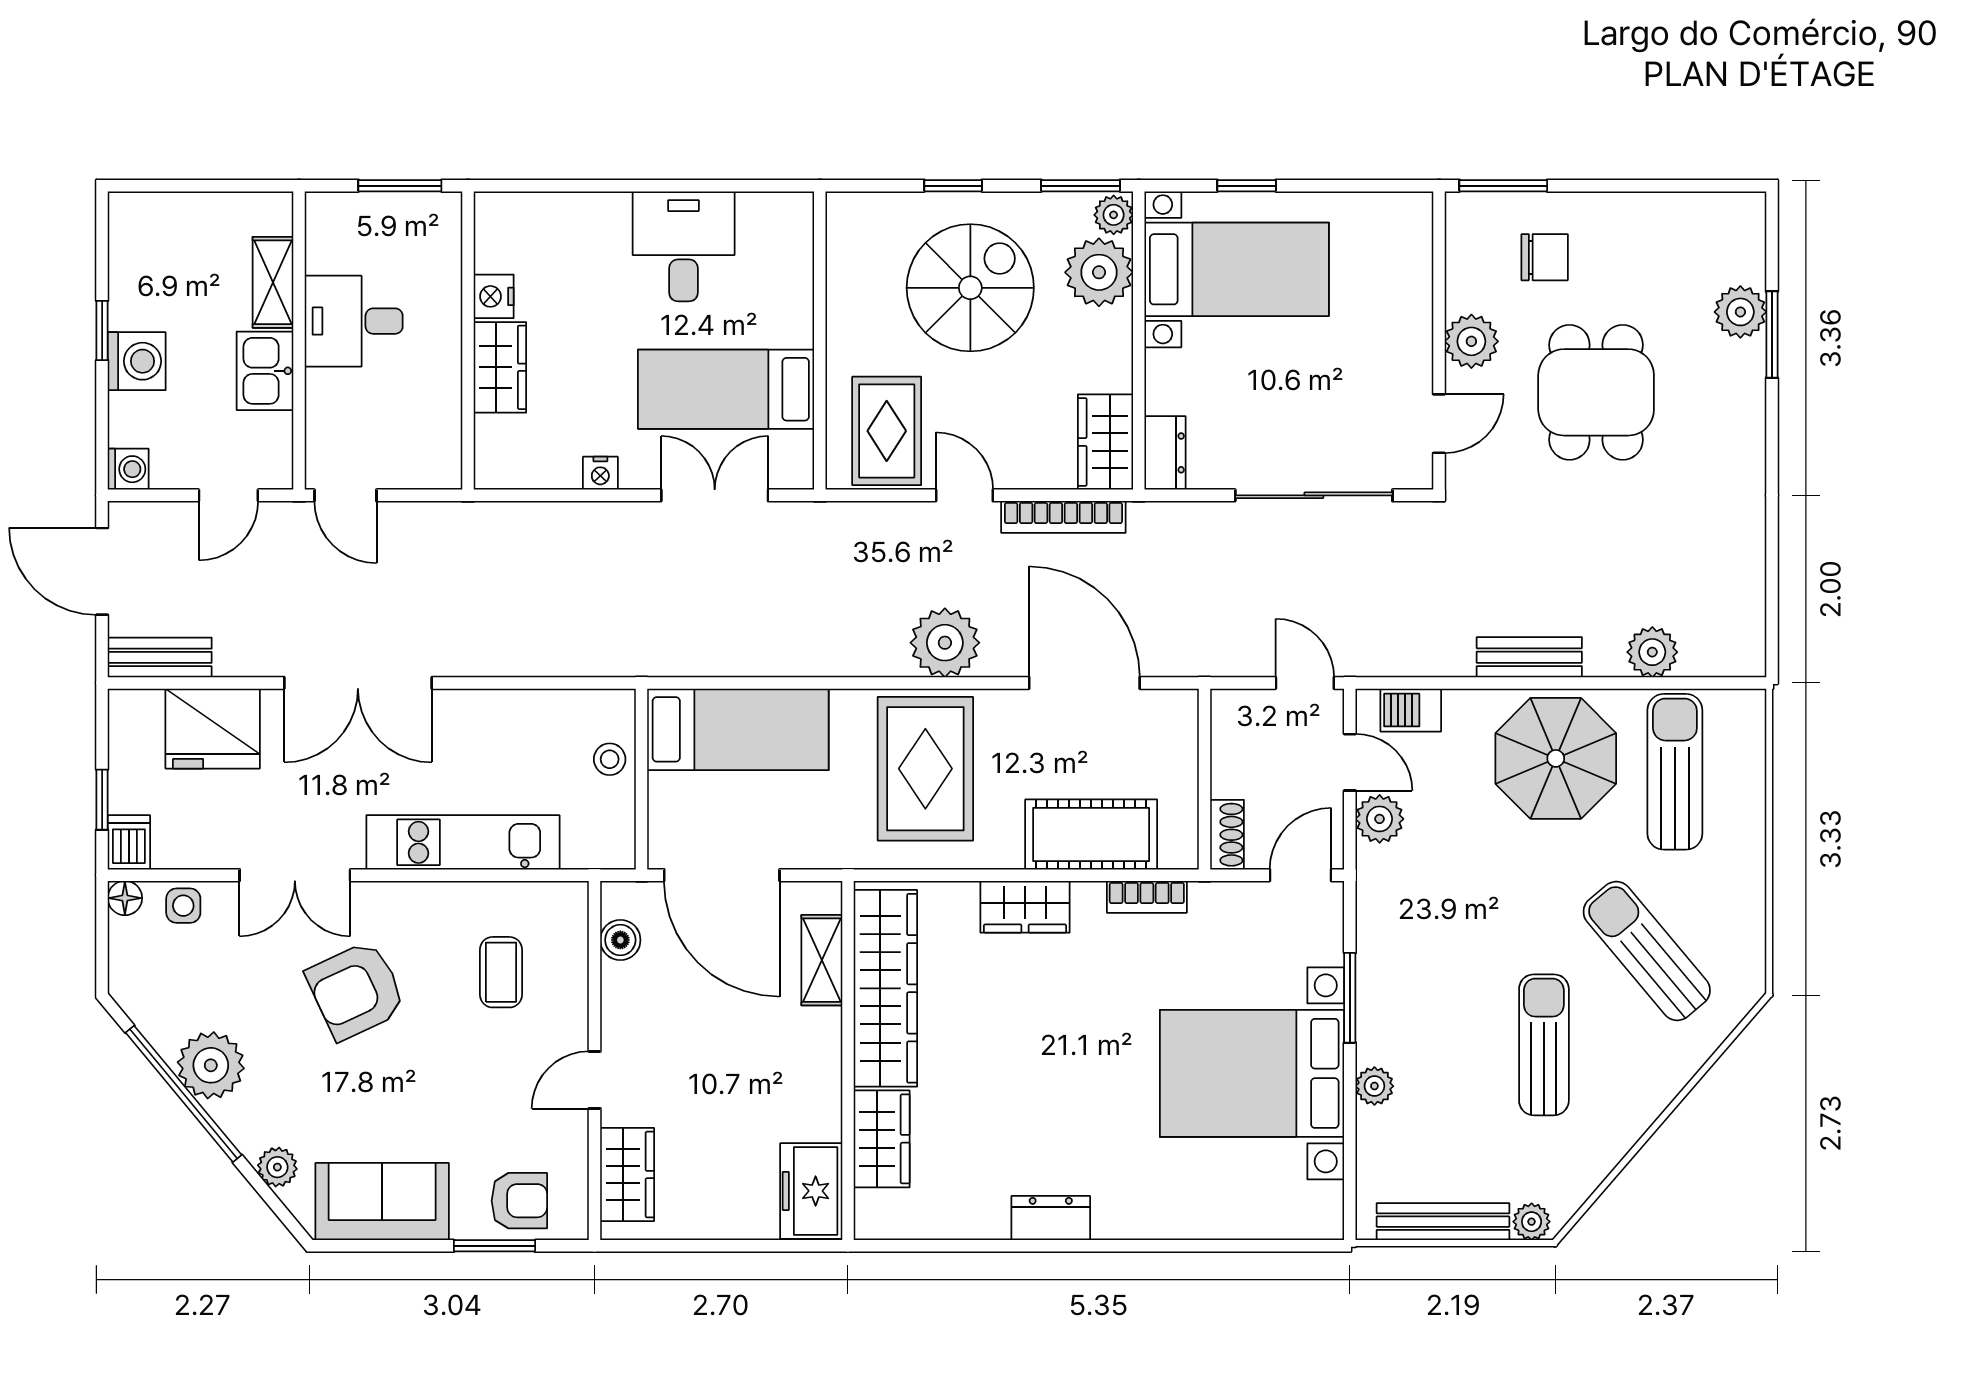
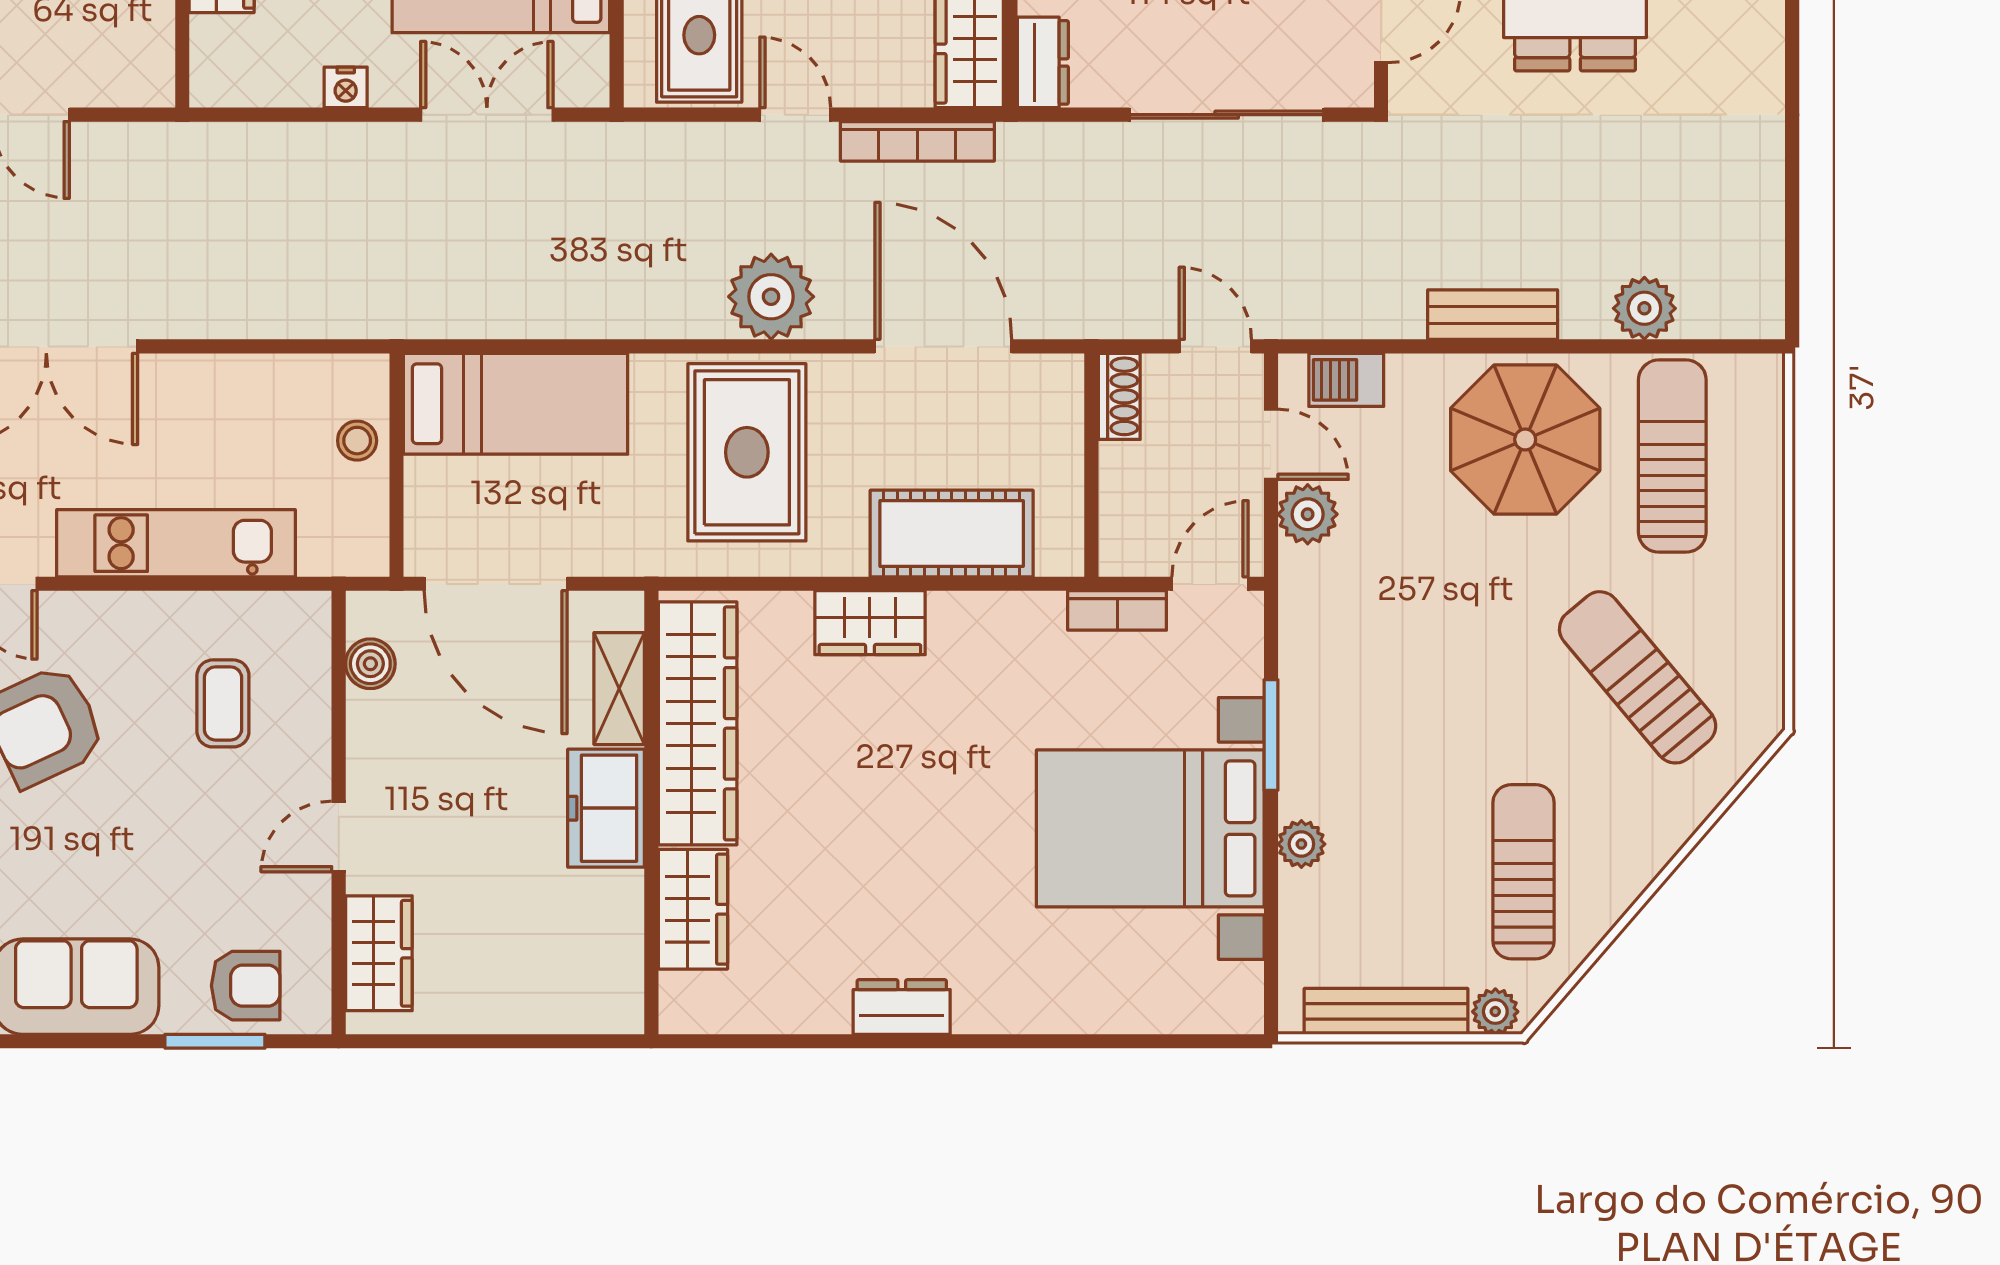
shoe rack: (1227, 835) -> (1119, 396), moved
bookcase: (1147, 897) -> (1117, 610), moved
sun lounger: (1544, 1045) -> (1523, 872), moved
freezer: (811, 1191) -> (606, 808), moved

